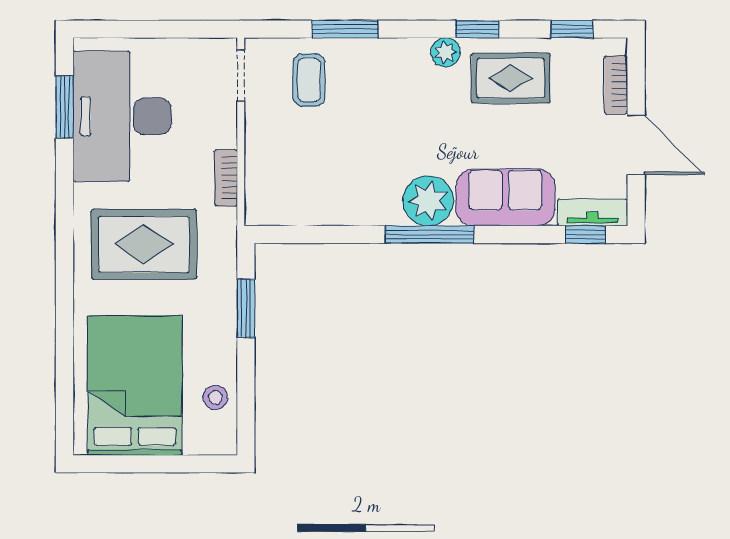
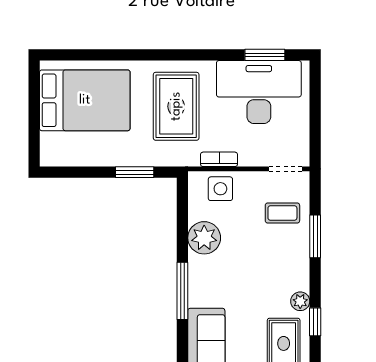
side table: (271, 176) -> (220, 189), added
plant: (428, 201) -> (204, 238), moved
stool: (215, 397) -> (77, 152), removed

